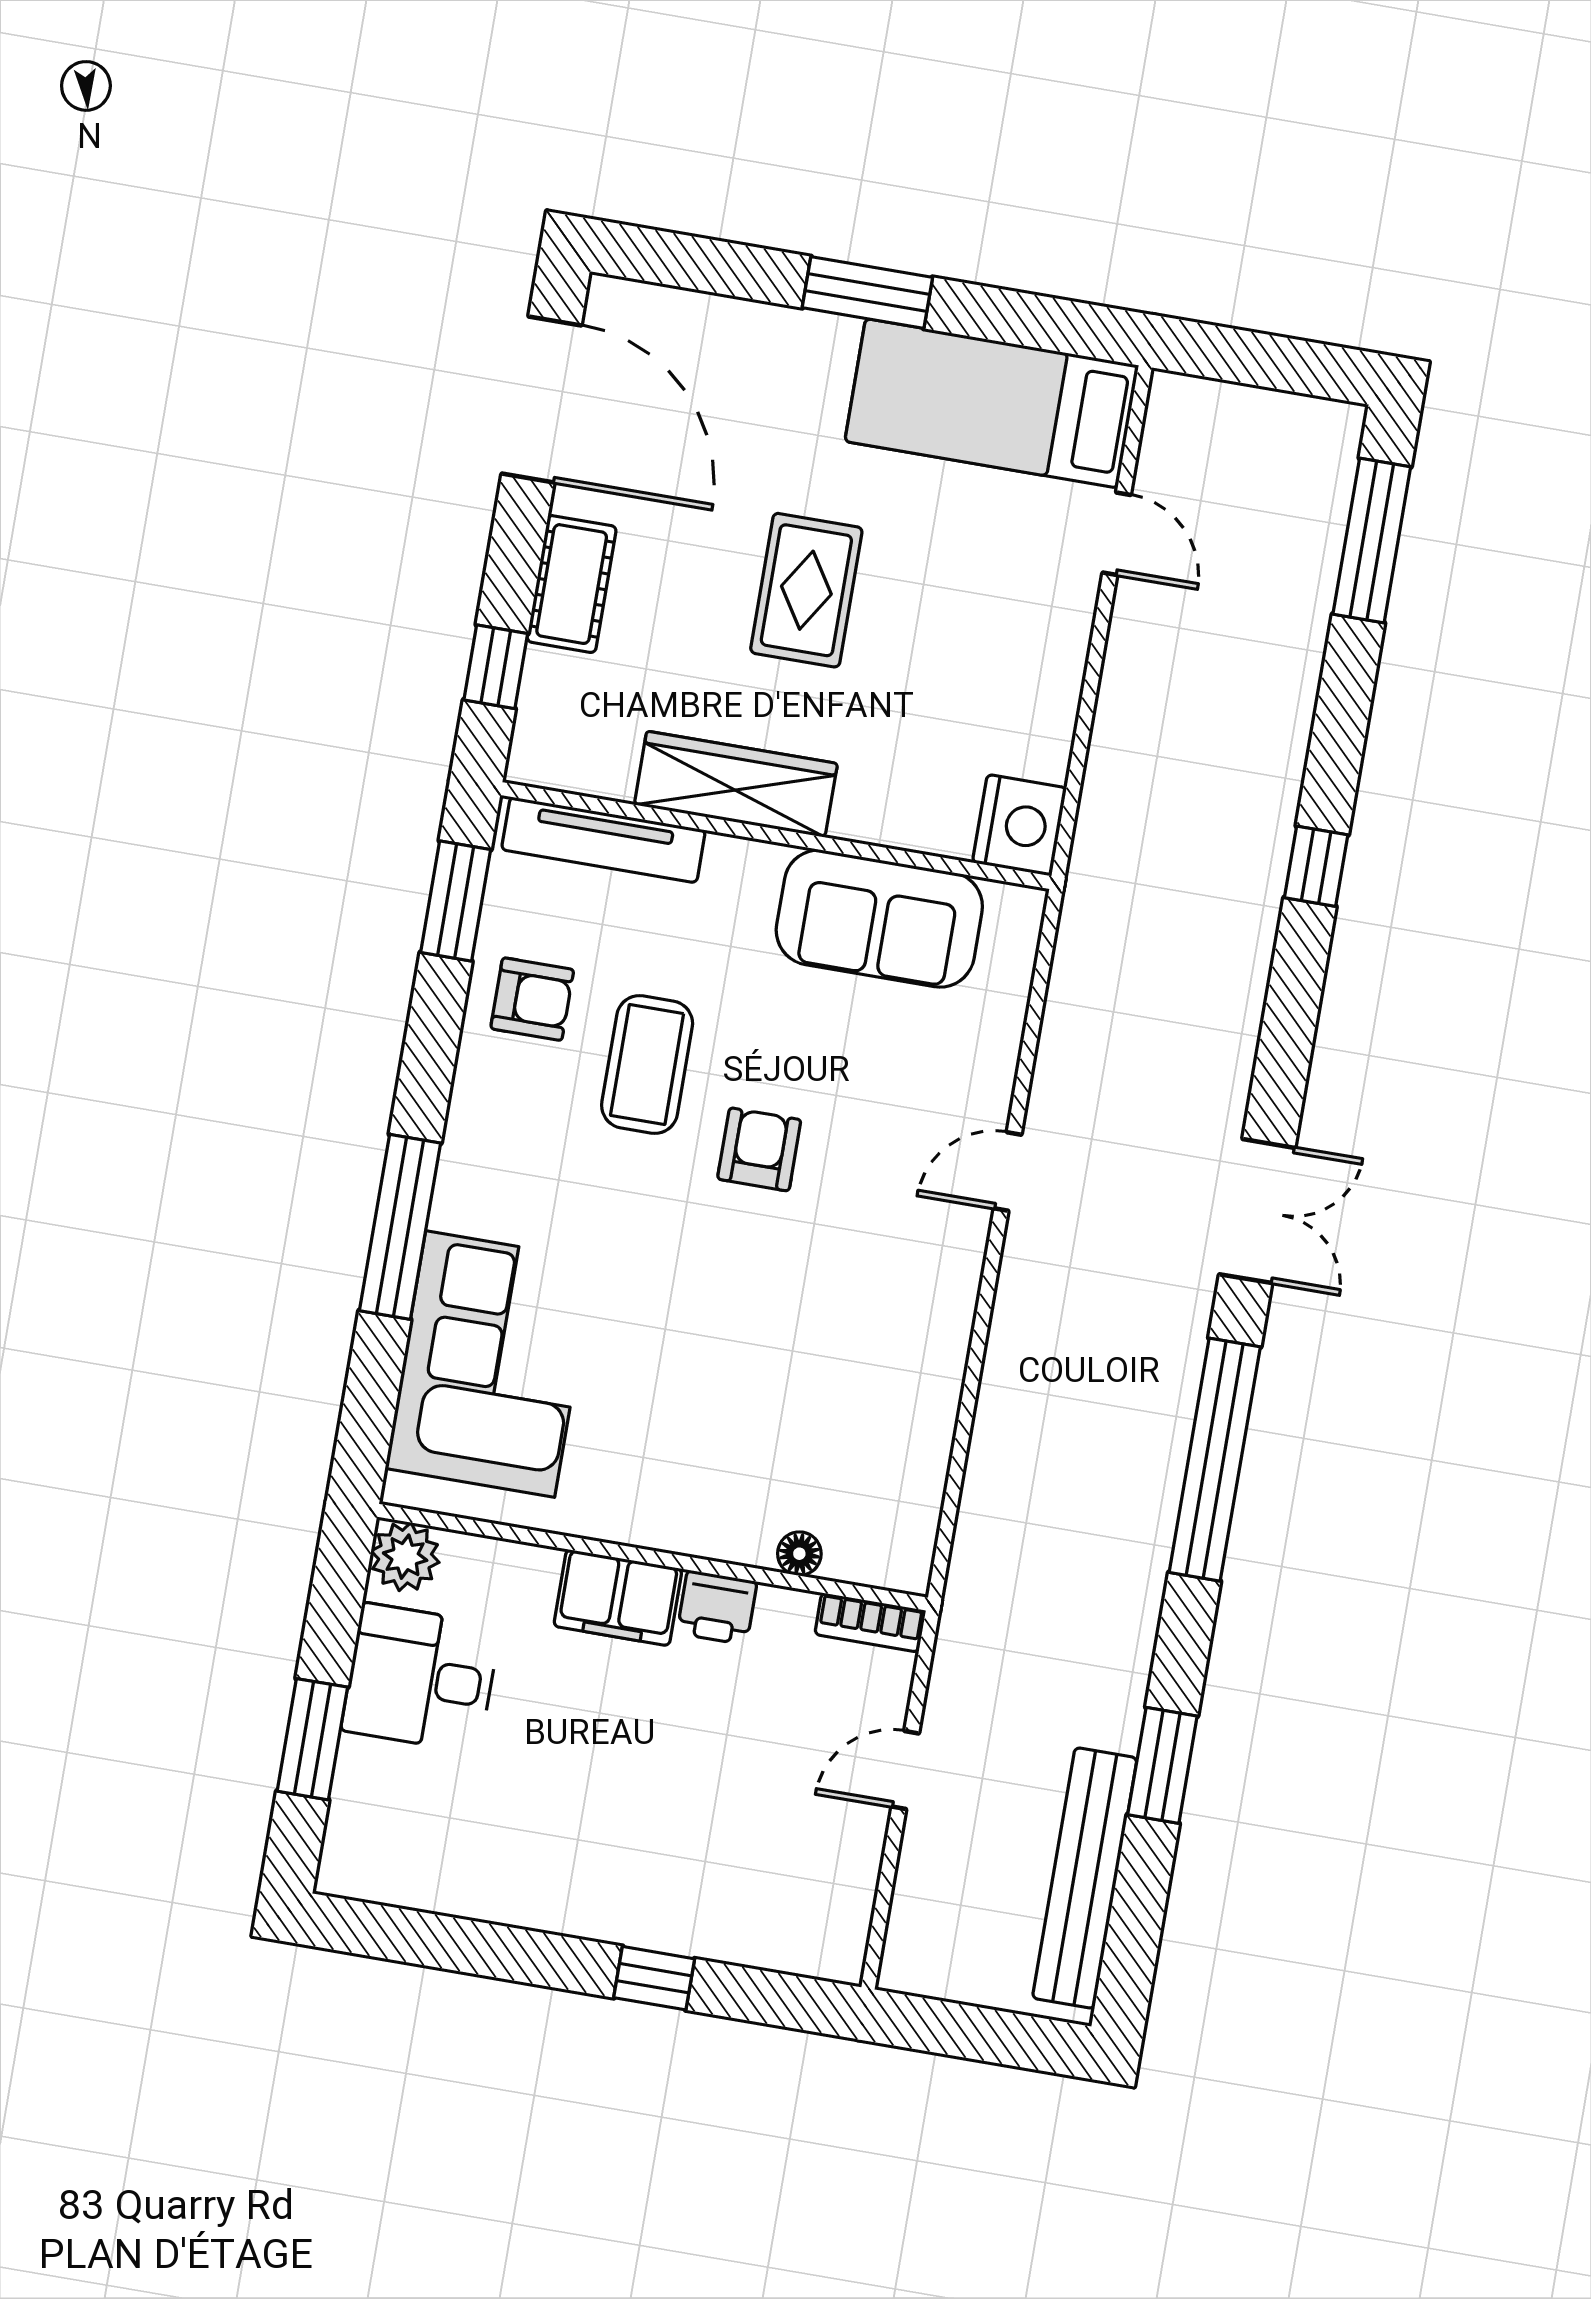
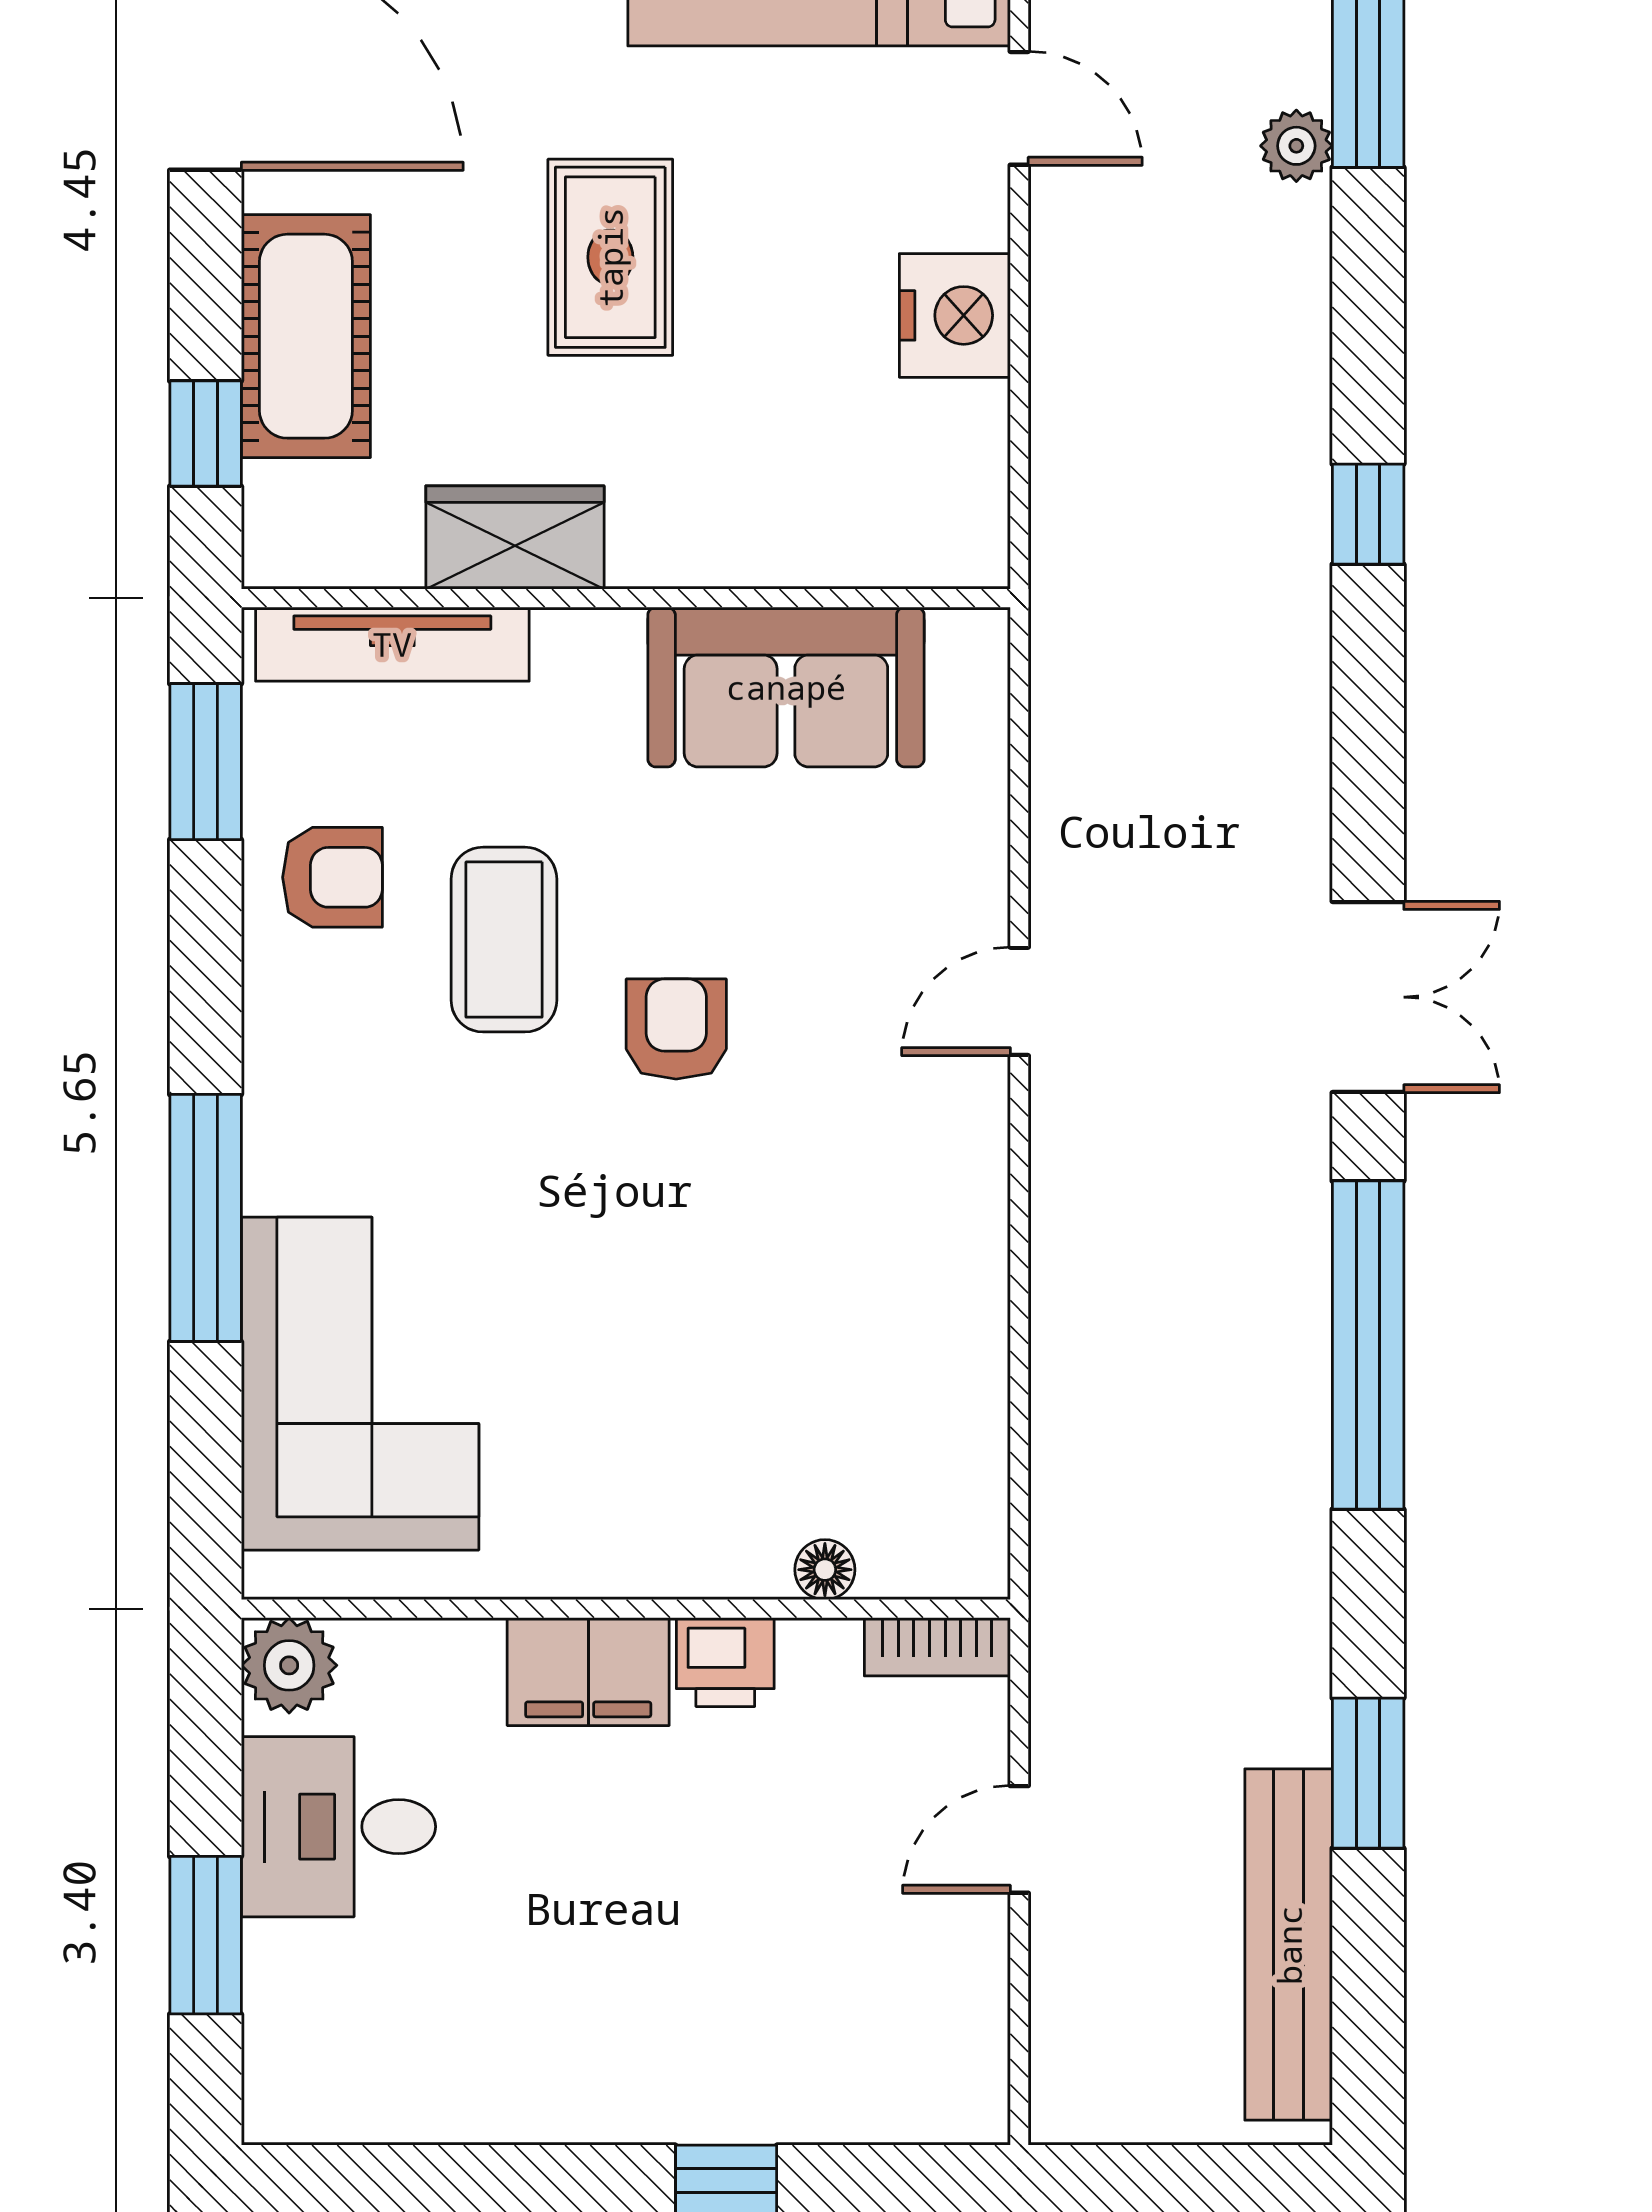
cot: (572, 584) -> (306, 336), width x1.37, depth x1.34
plant: (1310, 594) -> (1296, 146), added
wardrobe: (736, 784) -> (515, 538), width x0.67
nightstand: (1019, 825) -> (955, 315), moved

